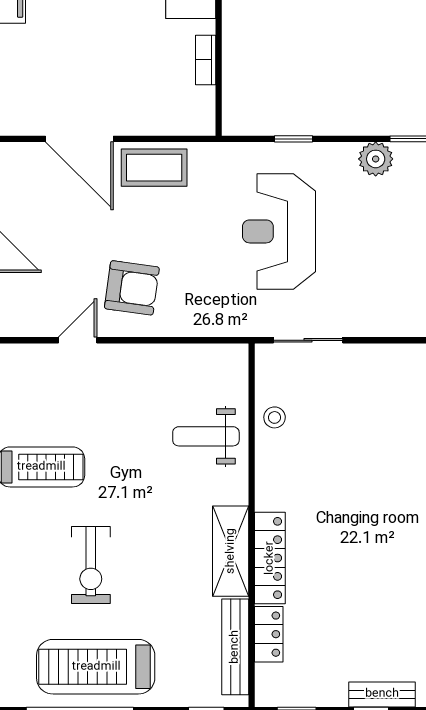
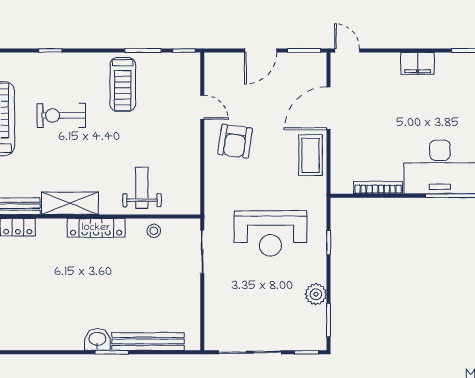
bookcase: (206, 60) -> (378, 188), width x1.56
reception desk: (279, 231) -> (270, 234), turned 180
locker: (270, 558) -> (96, 228), moved

